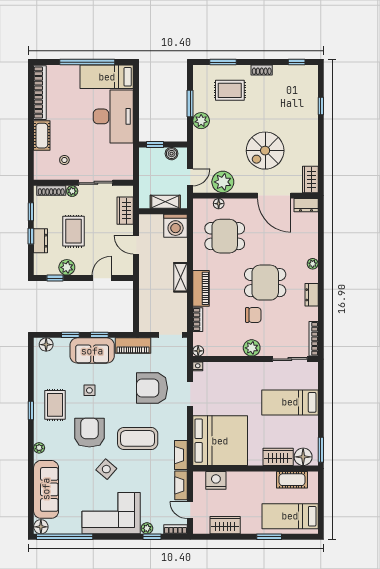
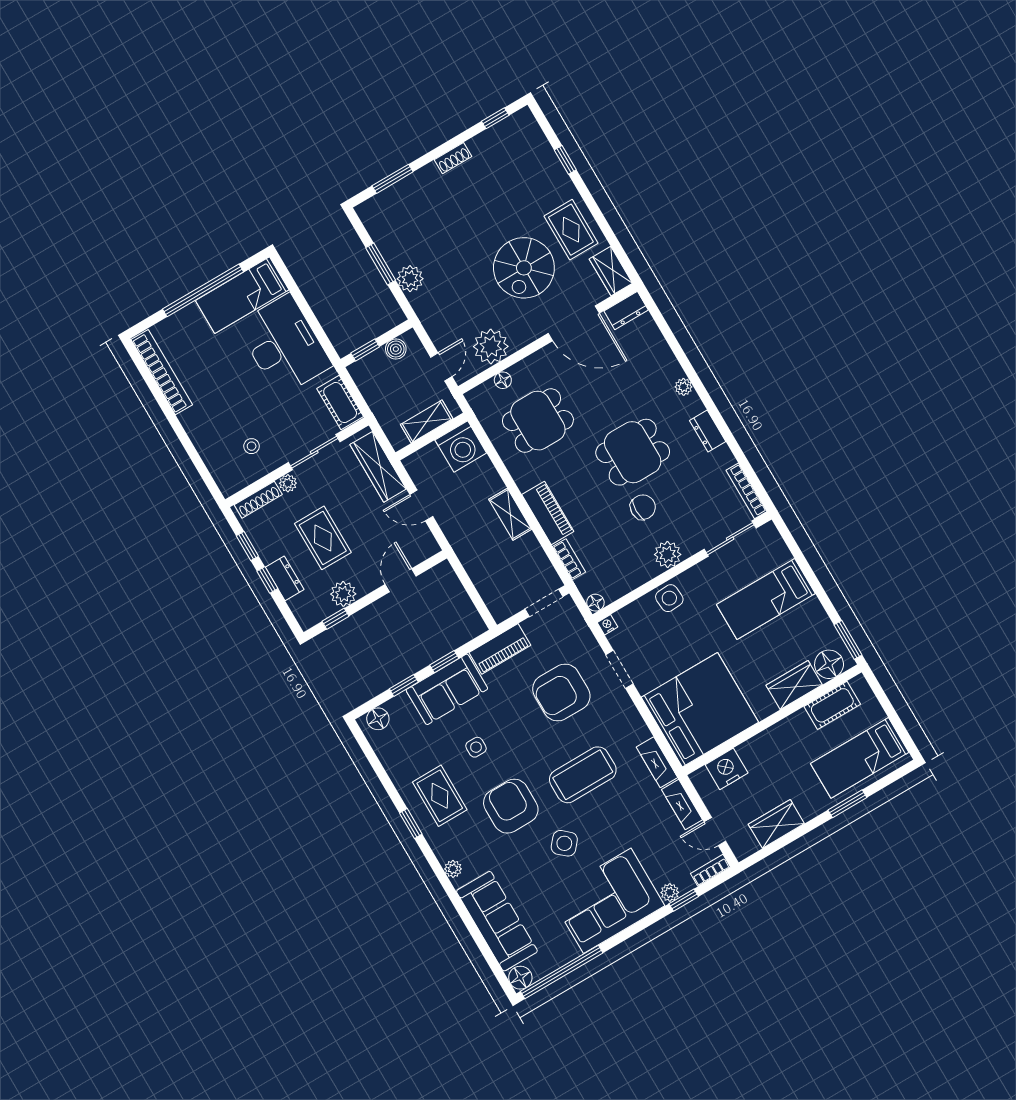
rug: (230, 90) -> (571, 230), moved, turned 90
cot: (42, 136) -> (340, 402), moved
wardrobe: (125, 211) -> (378, 467), width x1.50
side table: (239, 372) -> (669, 598), added

